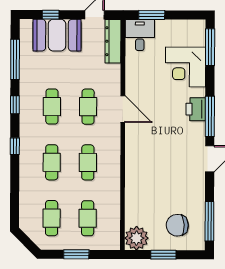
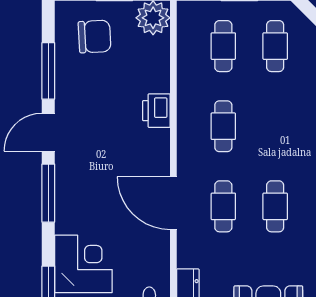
door: (123, 109) -> (173, 203), width x1.36
printer: (196, 109) -> (156, 111), moved, turned 180
cafe table: (52, 162) -> (275, 126), removed
window: (209, 221) -> (48, 71), moved

